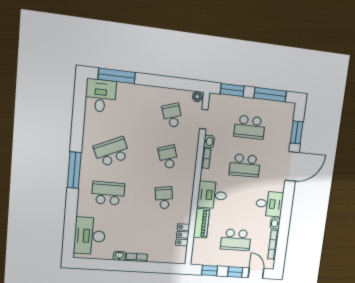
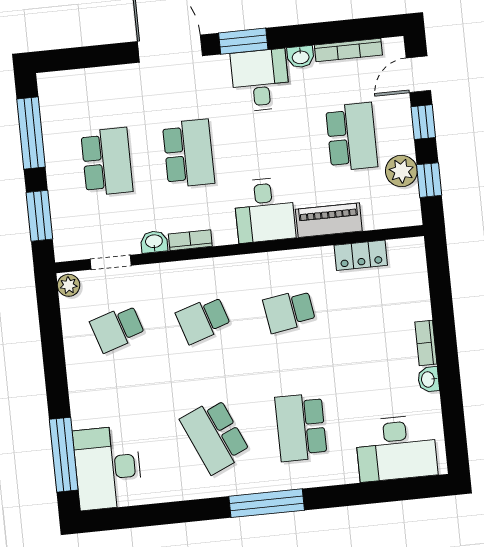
desk: (101, 96) -> (108, 468), width x1.37
window: (297, 132) -> (243, 41), moved
plant: (216, 259) -> (401, 171), added

